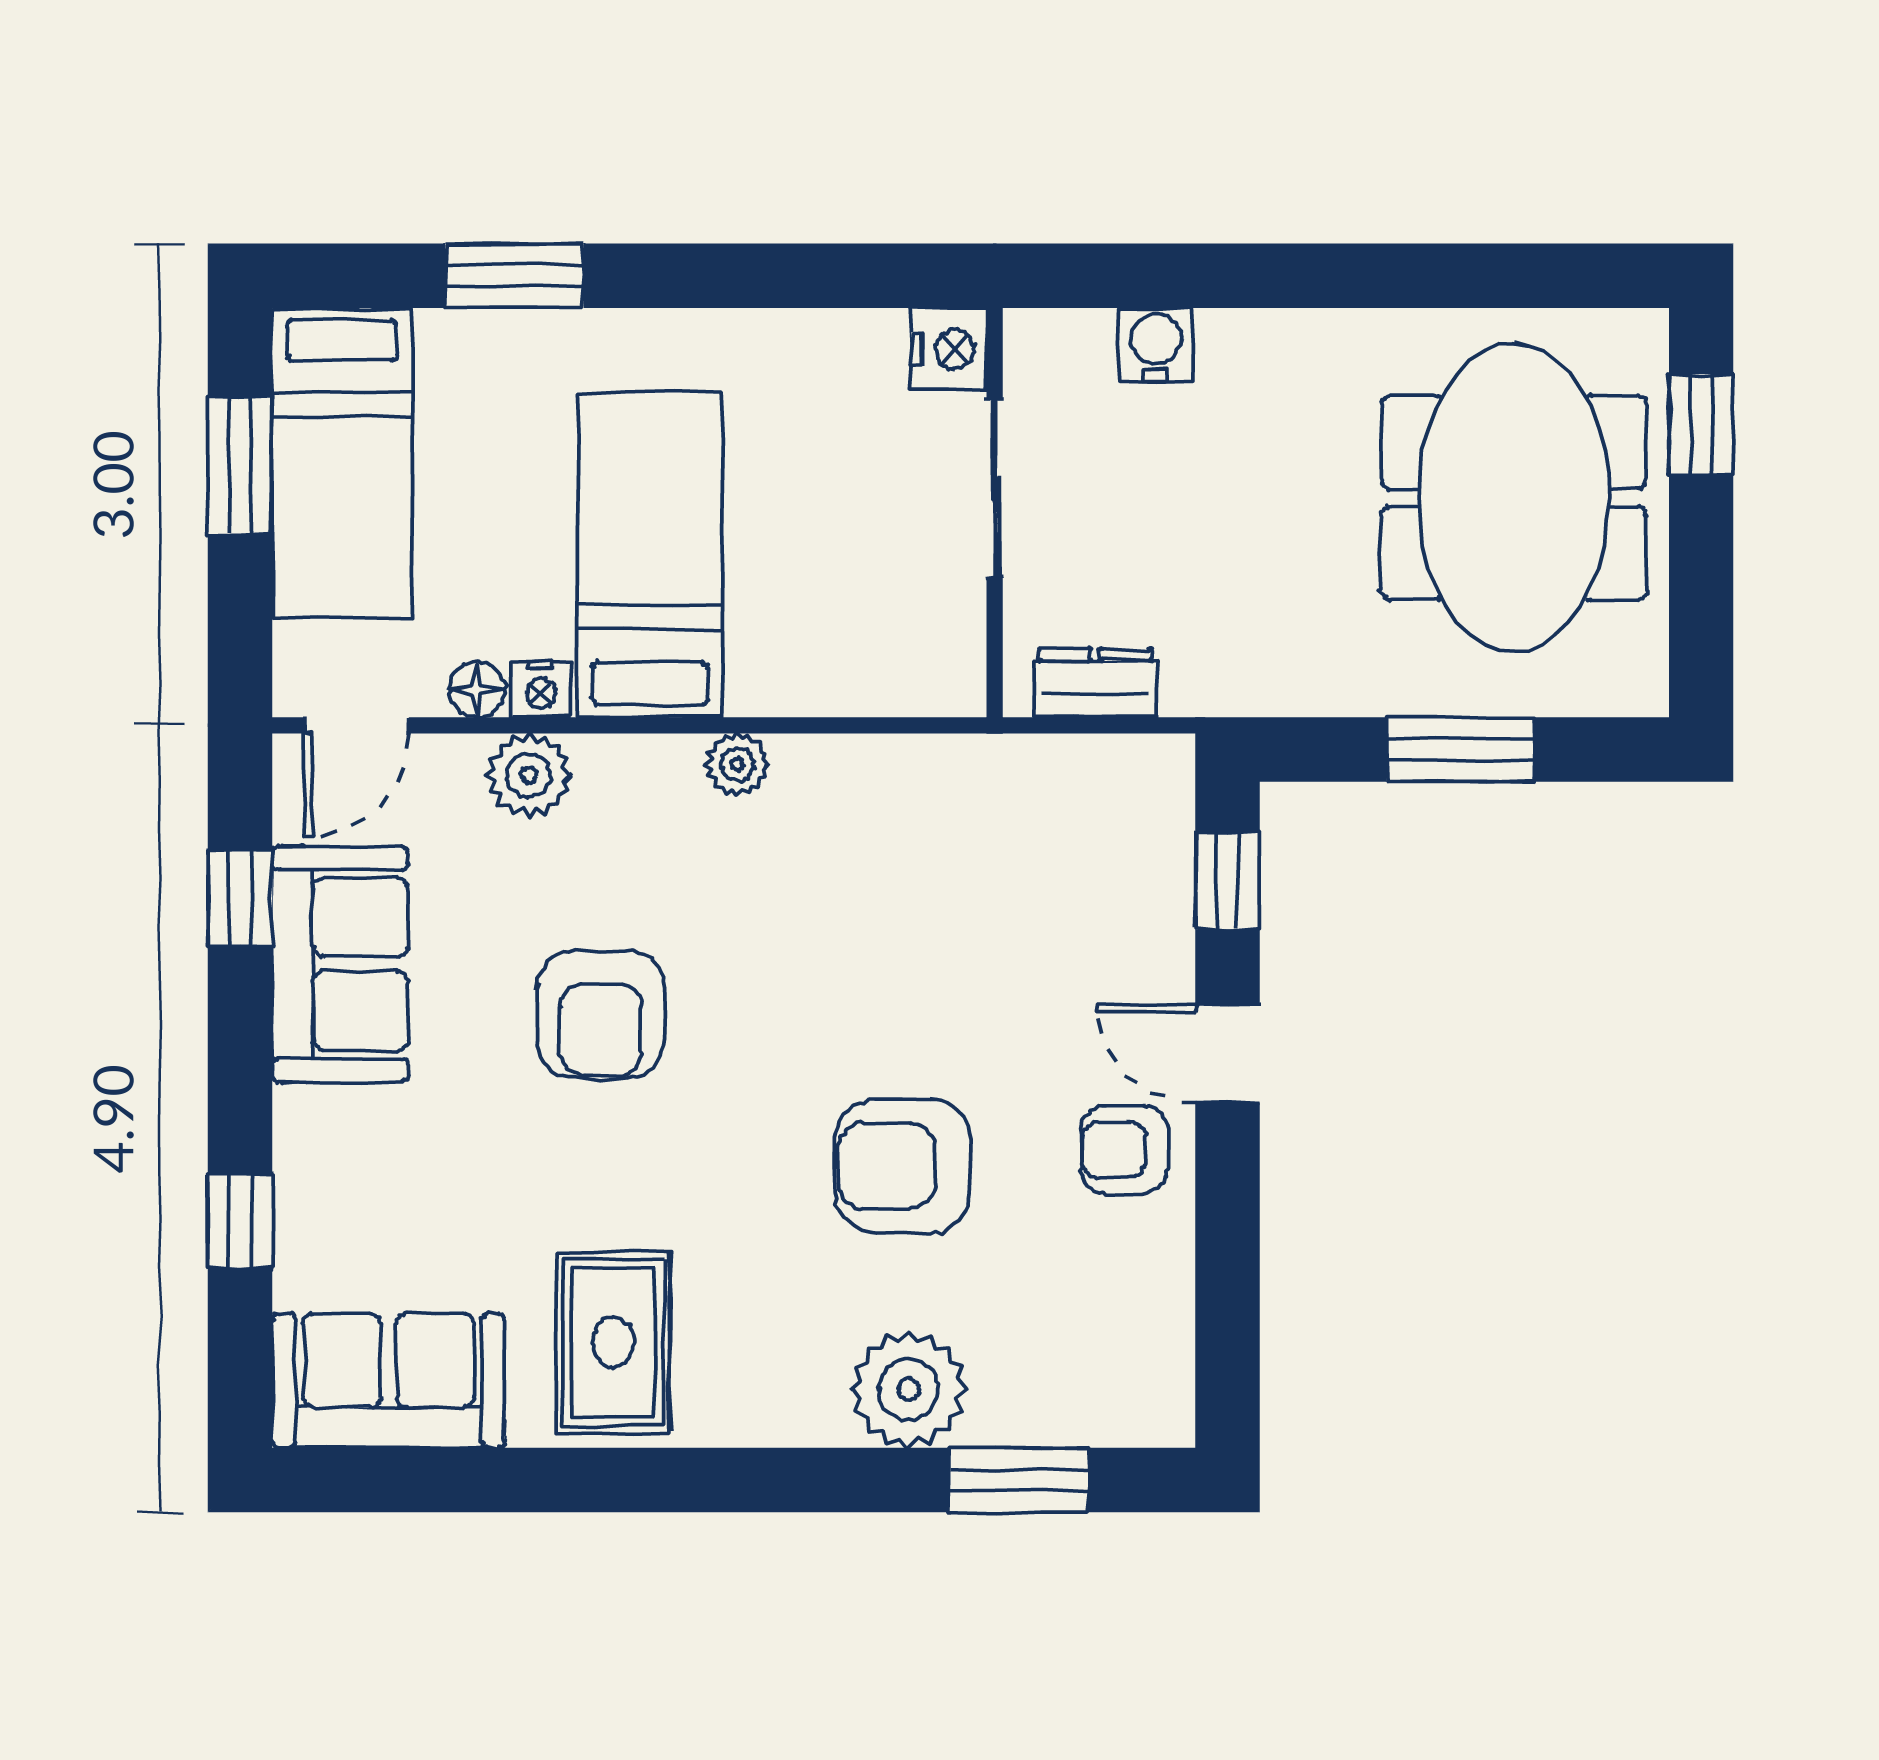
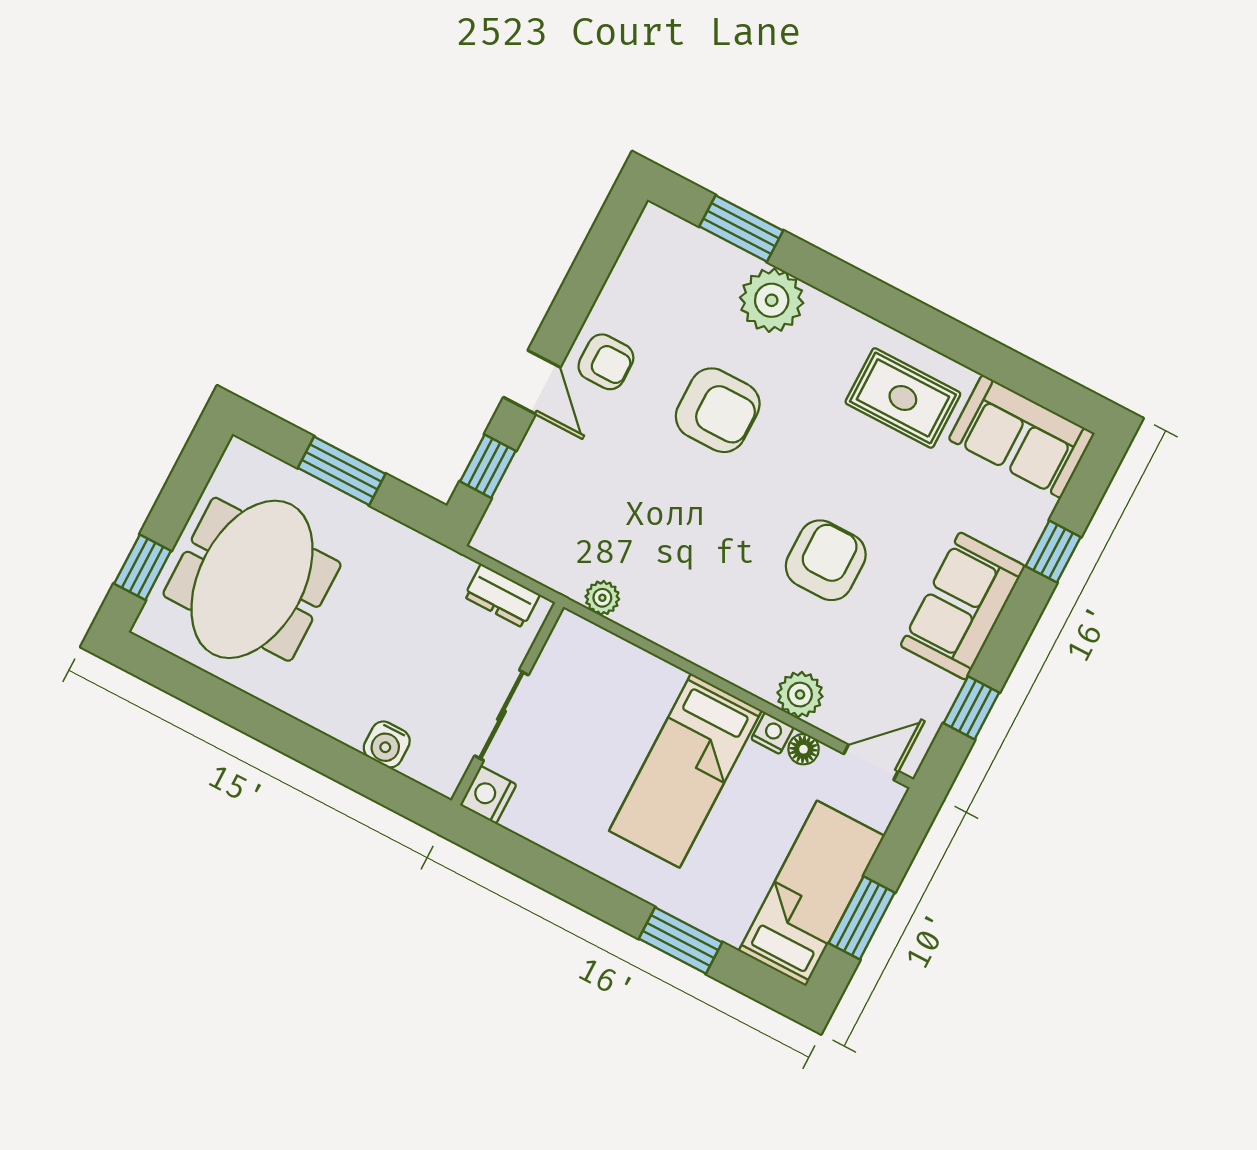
plant: (737, 765) -> (602, 598), moved
sofa: (340, 964) -> (963, 606), moved
rug: (613, 1342) -> (903, 398), turned 90

